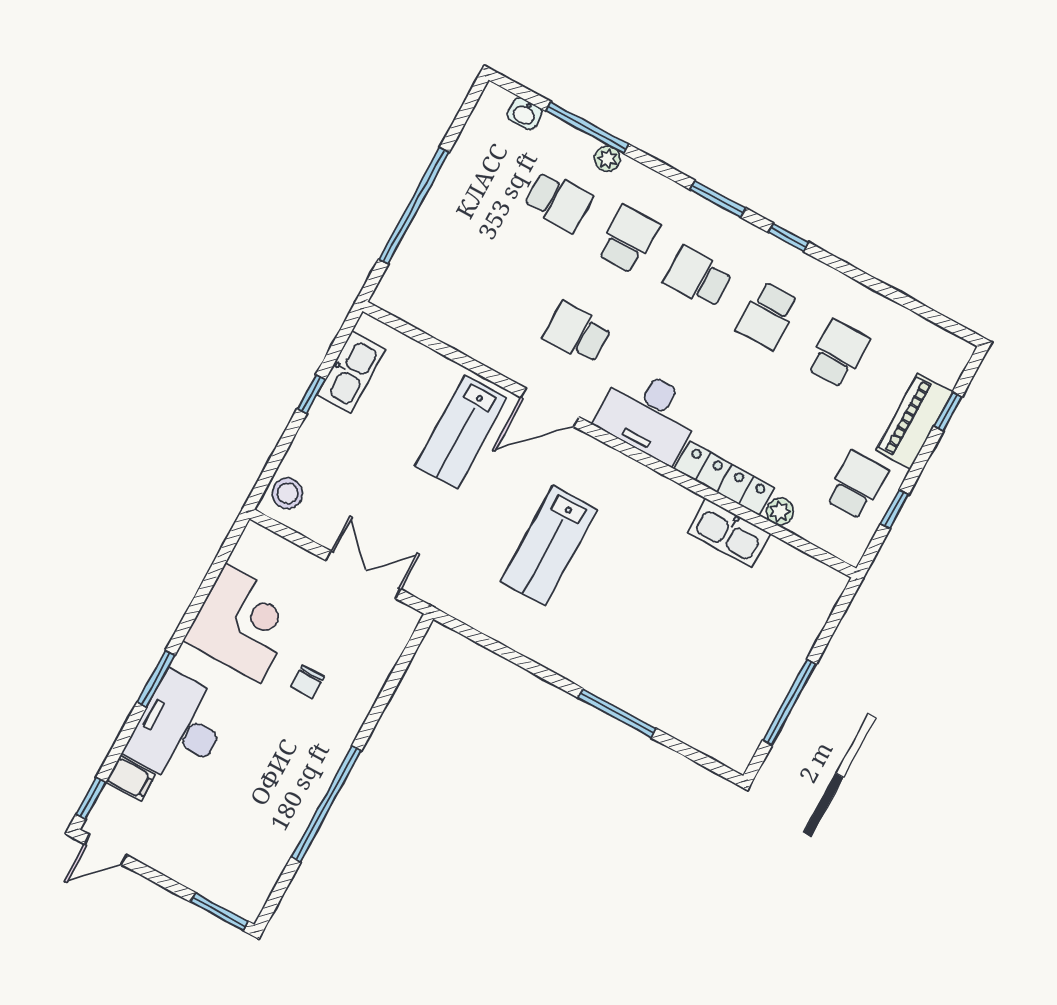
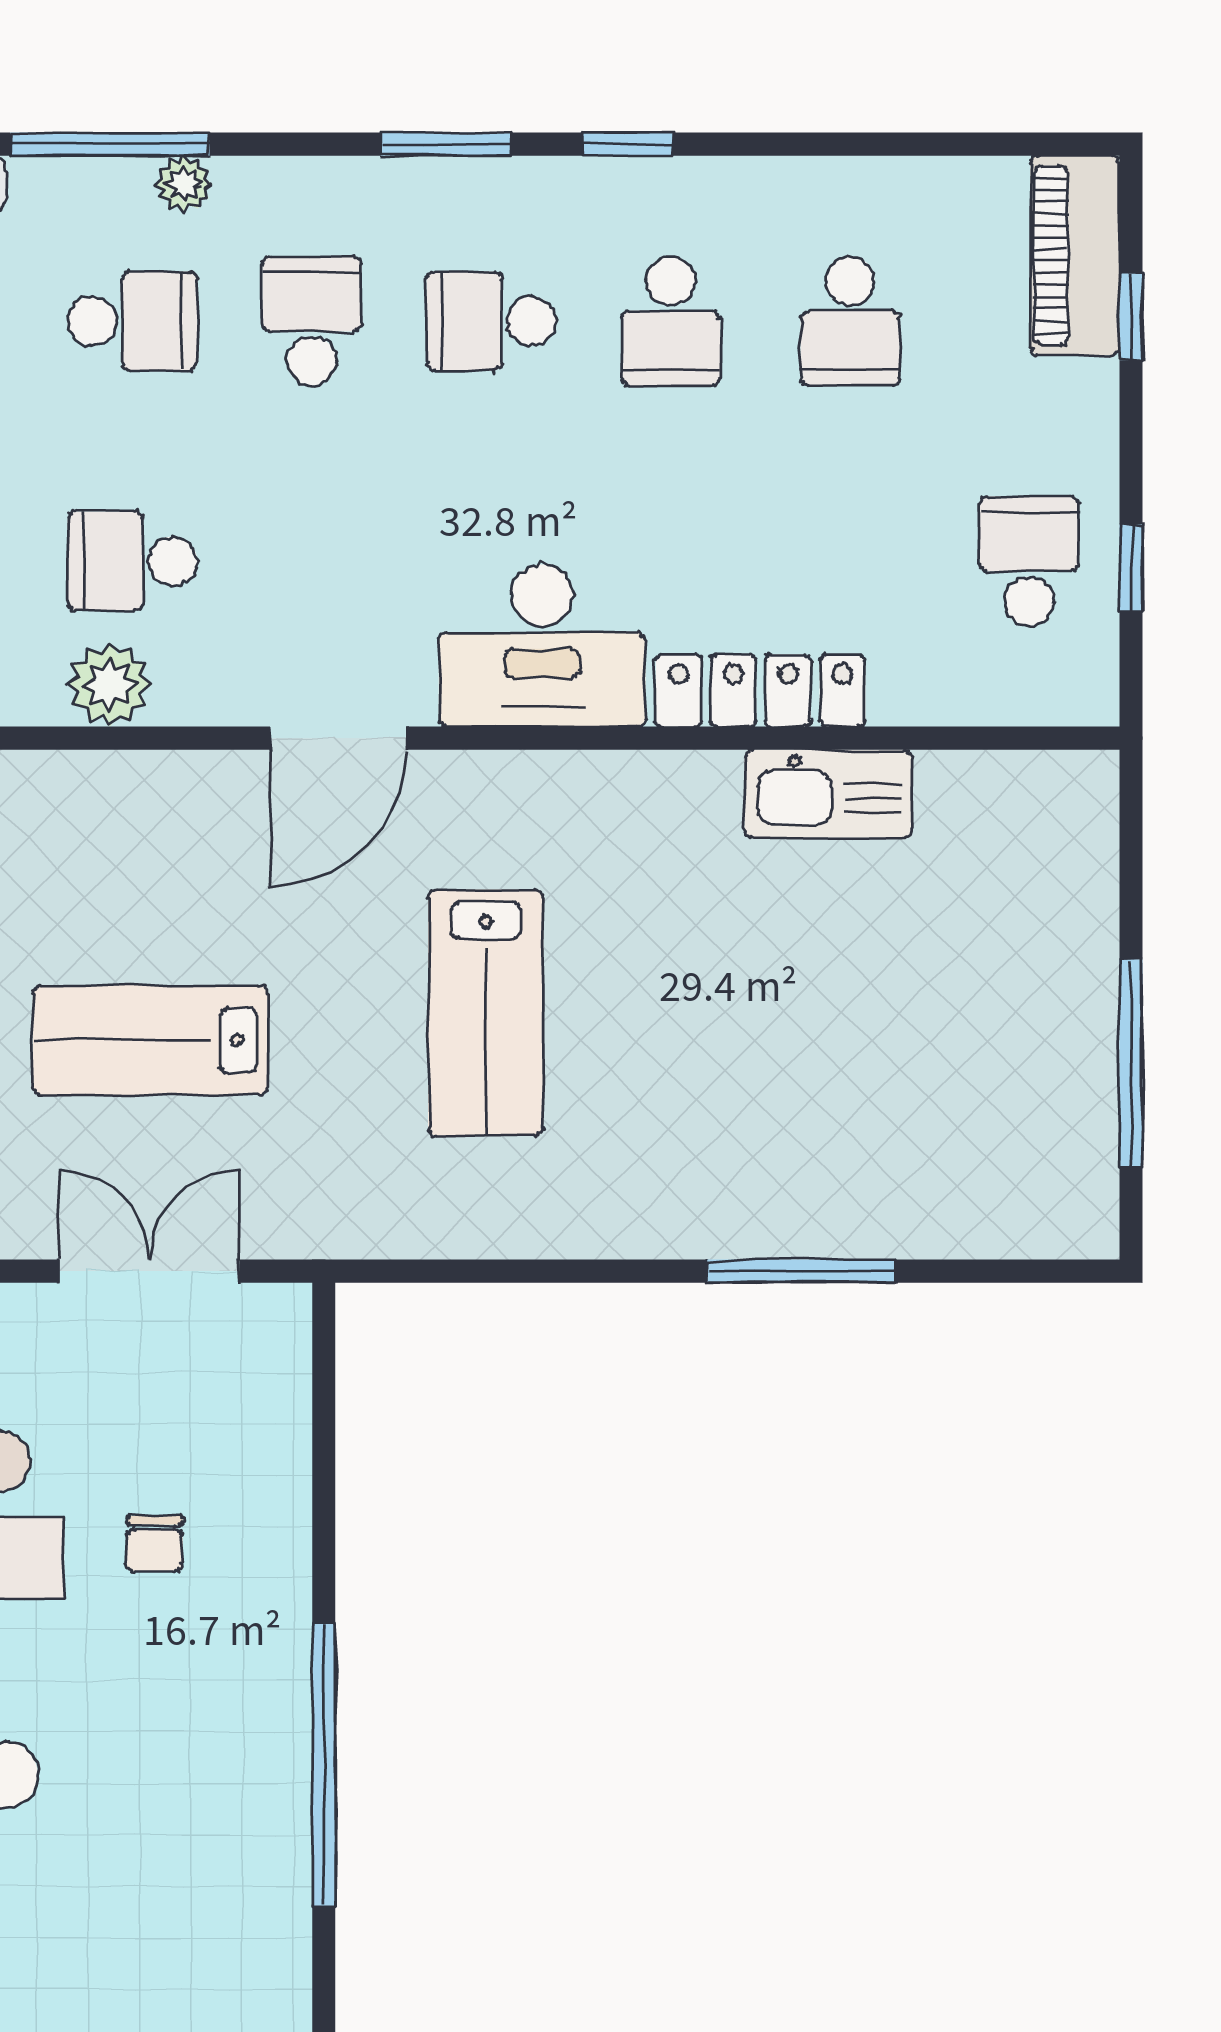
school desk: (577, 333) -> (132, 561), moved
school desk: (838, 354) -> (850, 321), turned 180
piano: (914, 421) -> (1075, 255), moved
lab bench: (461, 432) -> (150, 1040), moved, turned 90
plant: (780, 512) -> (110, 685), moved, width x1.38, depth x1.38

